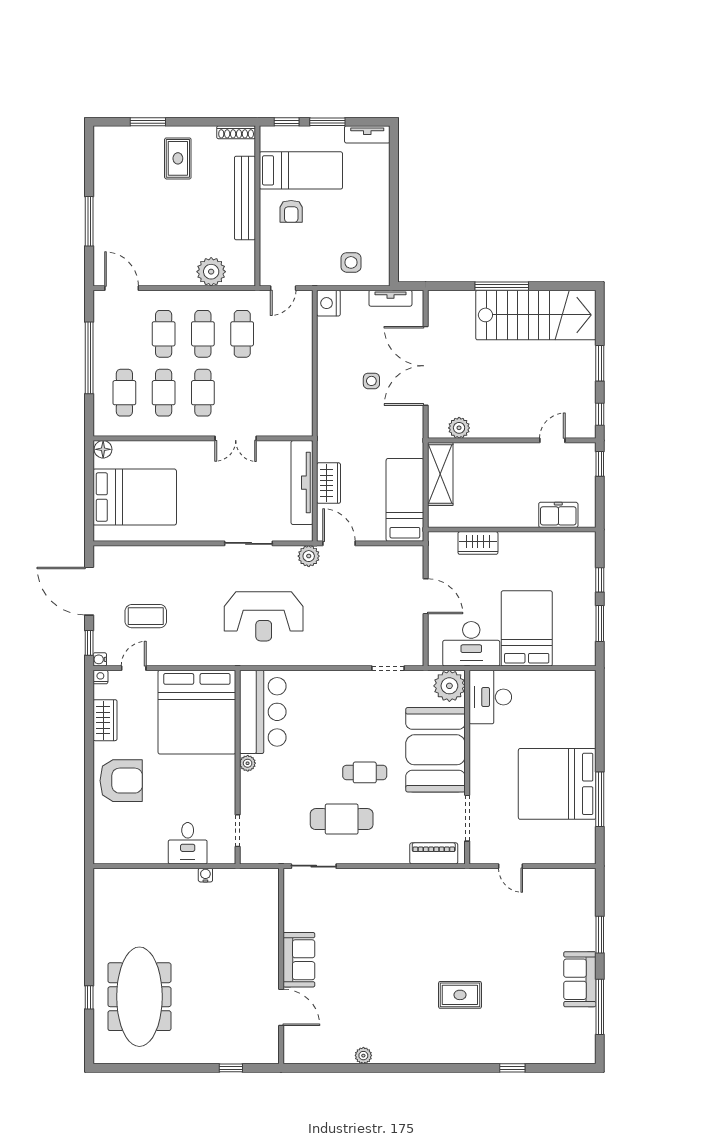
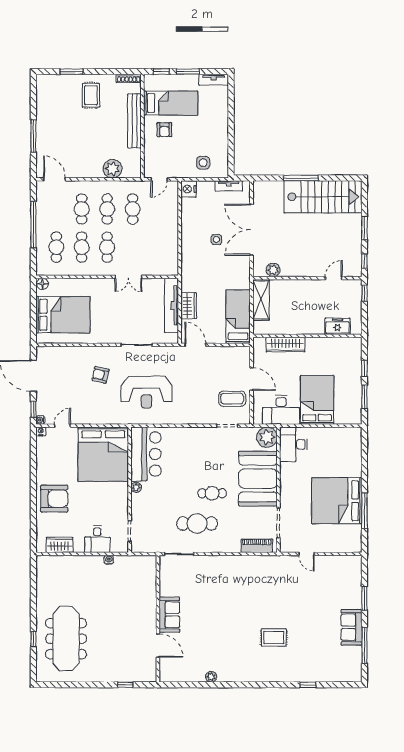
wardrobe: (478, 543) -> (285, 345), width x1.50
plant: (309, 556) -> (176, 353), removed
armchair: (193, 590) -> (100, 375), added
coffee table: (146, 616) -> (232, 399), moved
wardrobe: (105, 720) -> (60, 545), moved, turned -90

